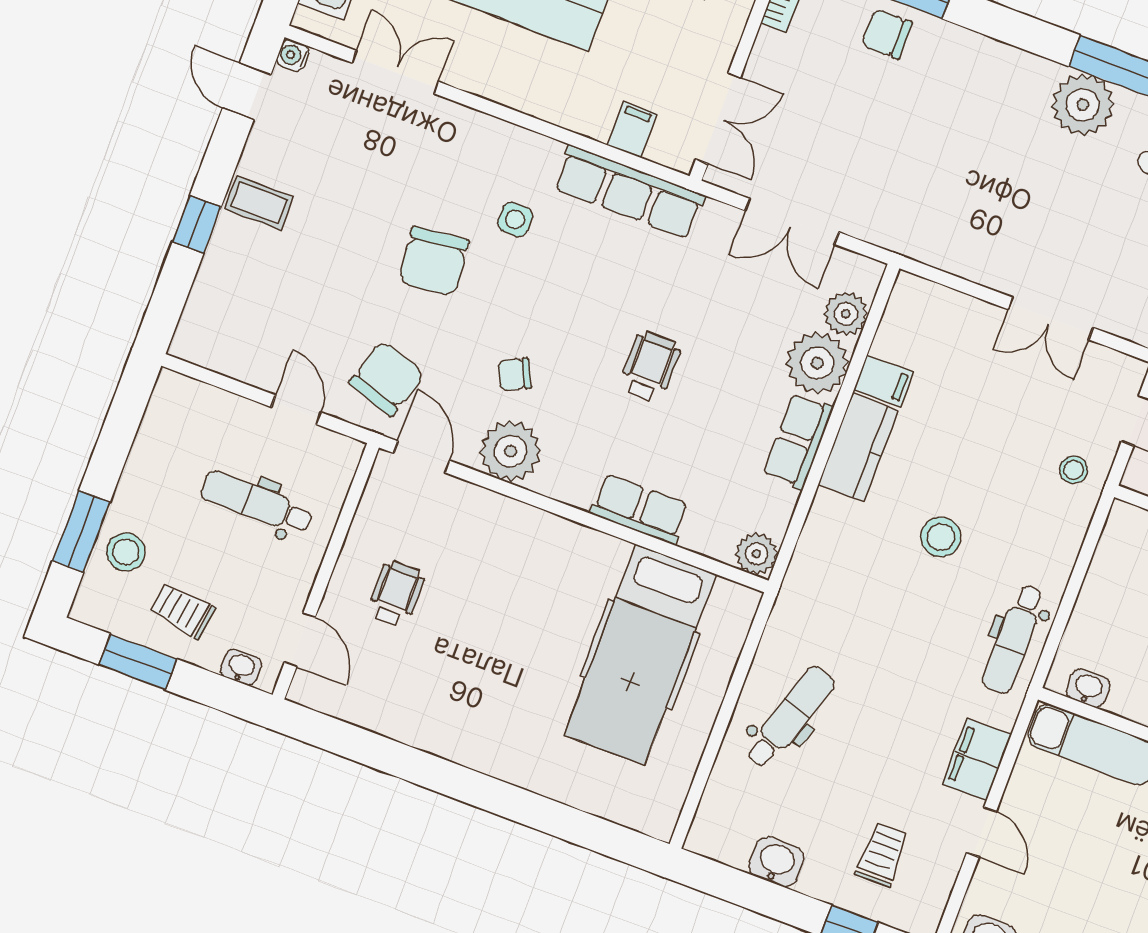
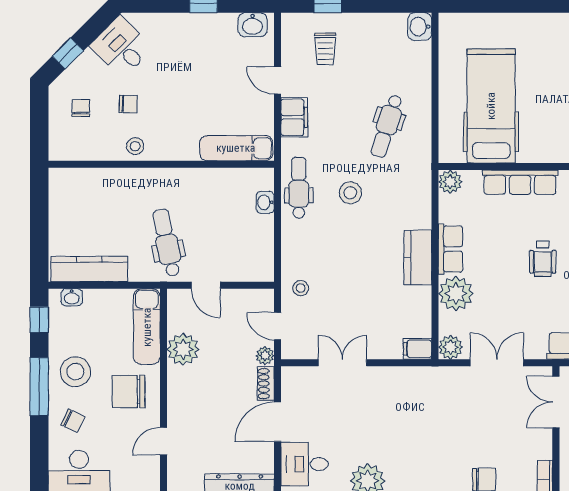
plant: (846, 314) -> (451, 347), moved
filing cabinet: (884, 381) -> (418, 349), moved
row of seats: (640, 509) -> (520, 182), width x1.48
stool: (941, 537) -> (350, 193), moved
washbasin: (1088, 688) -> (265, 202), moved, turned 90
dental chair: (790, 717) -> (387, 126), moved
washbasin: (776, 862) -> (420, 27), moved, turned 90

